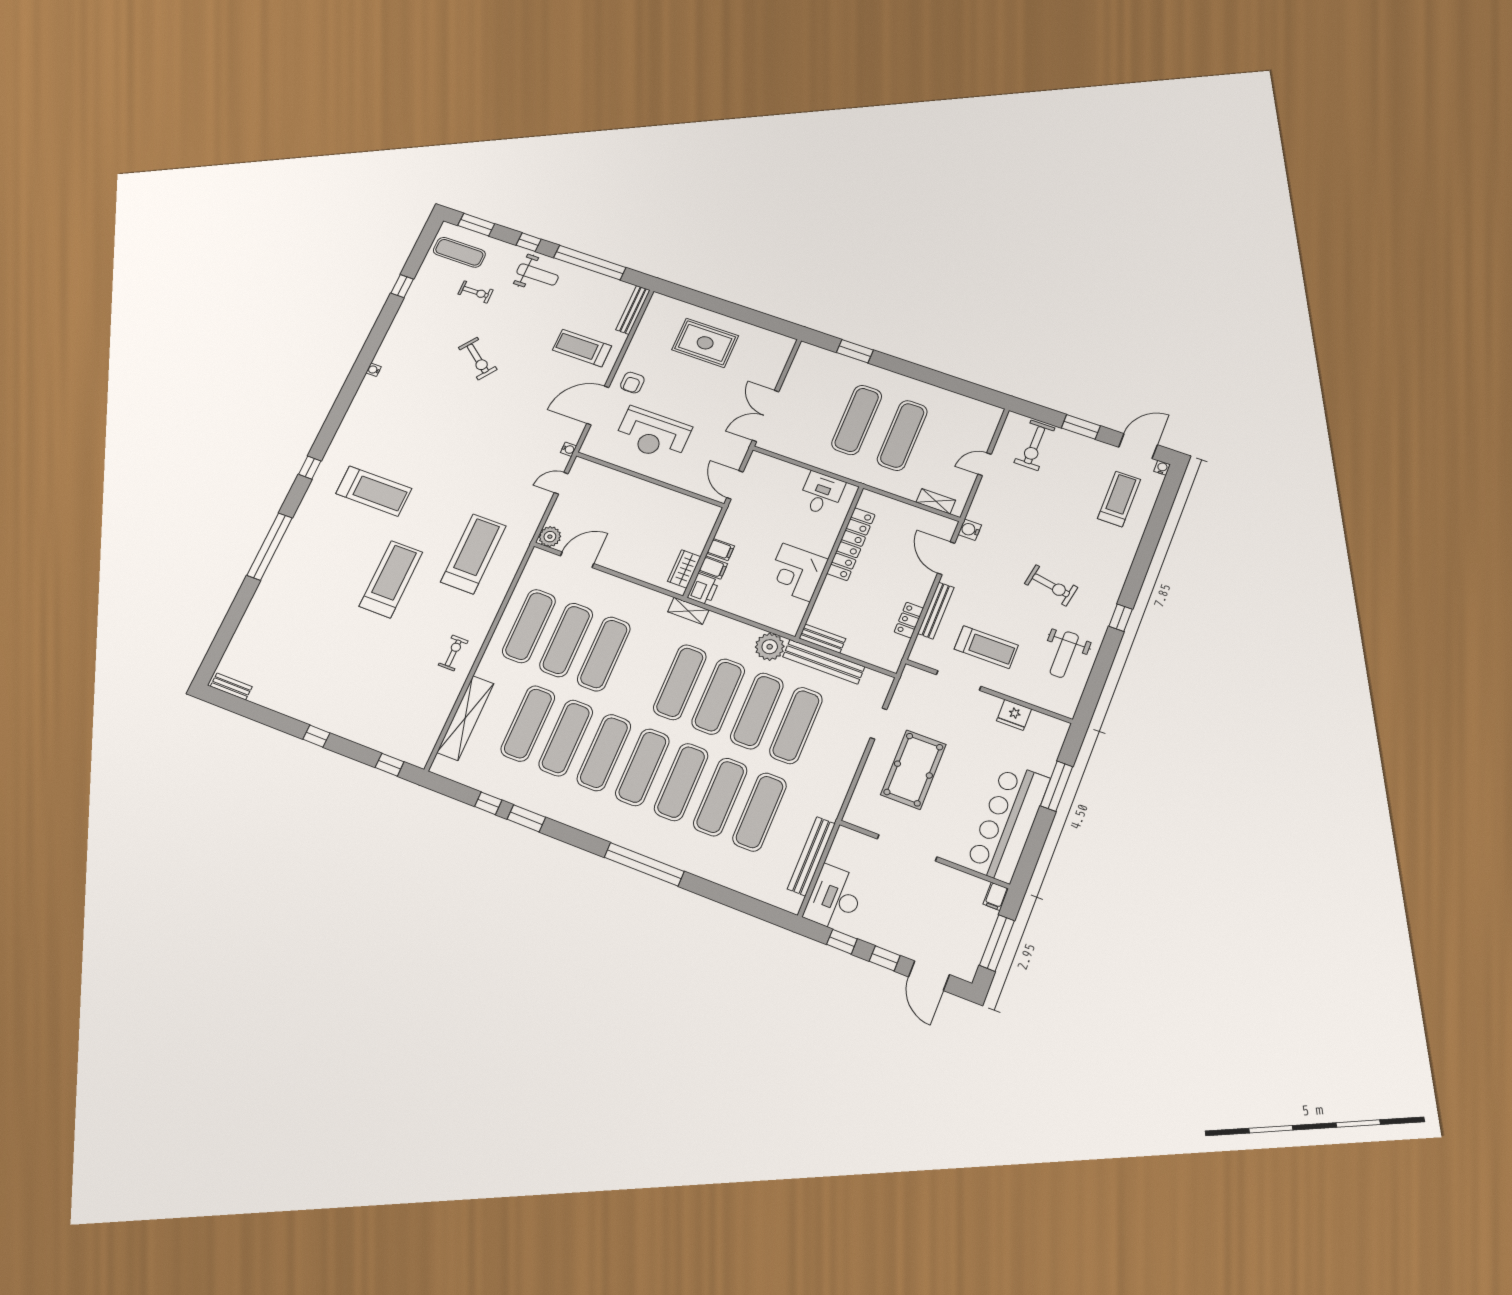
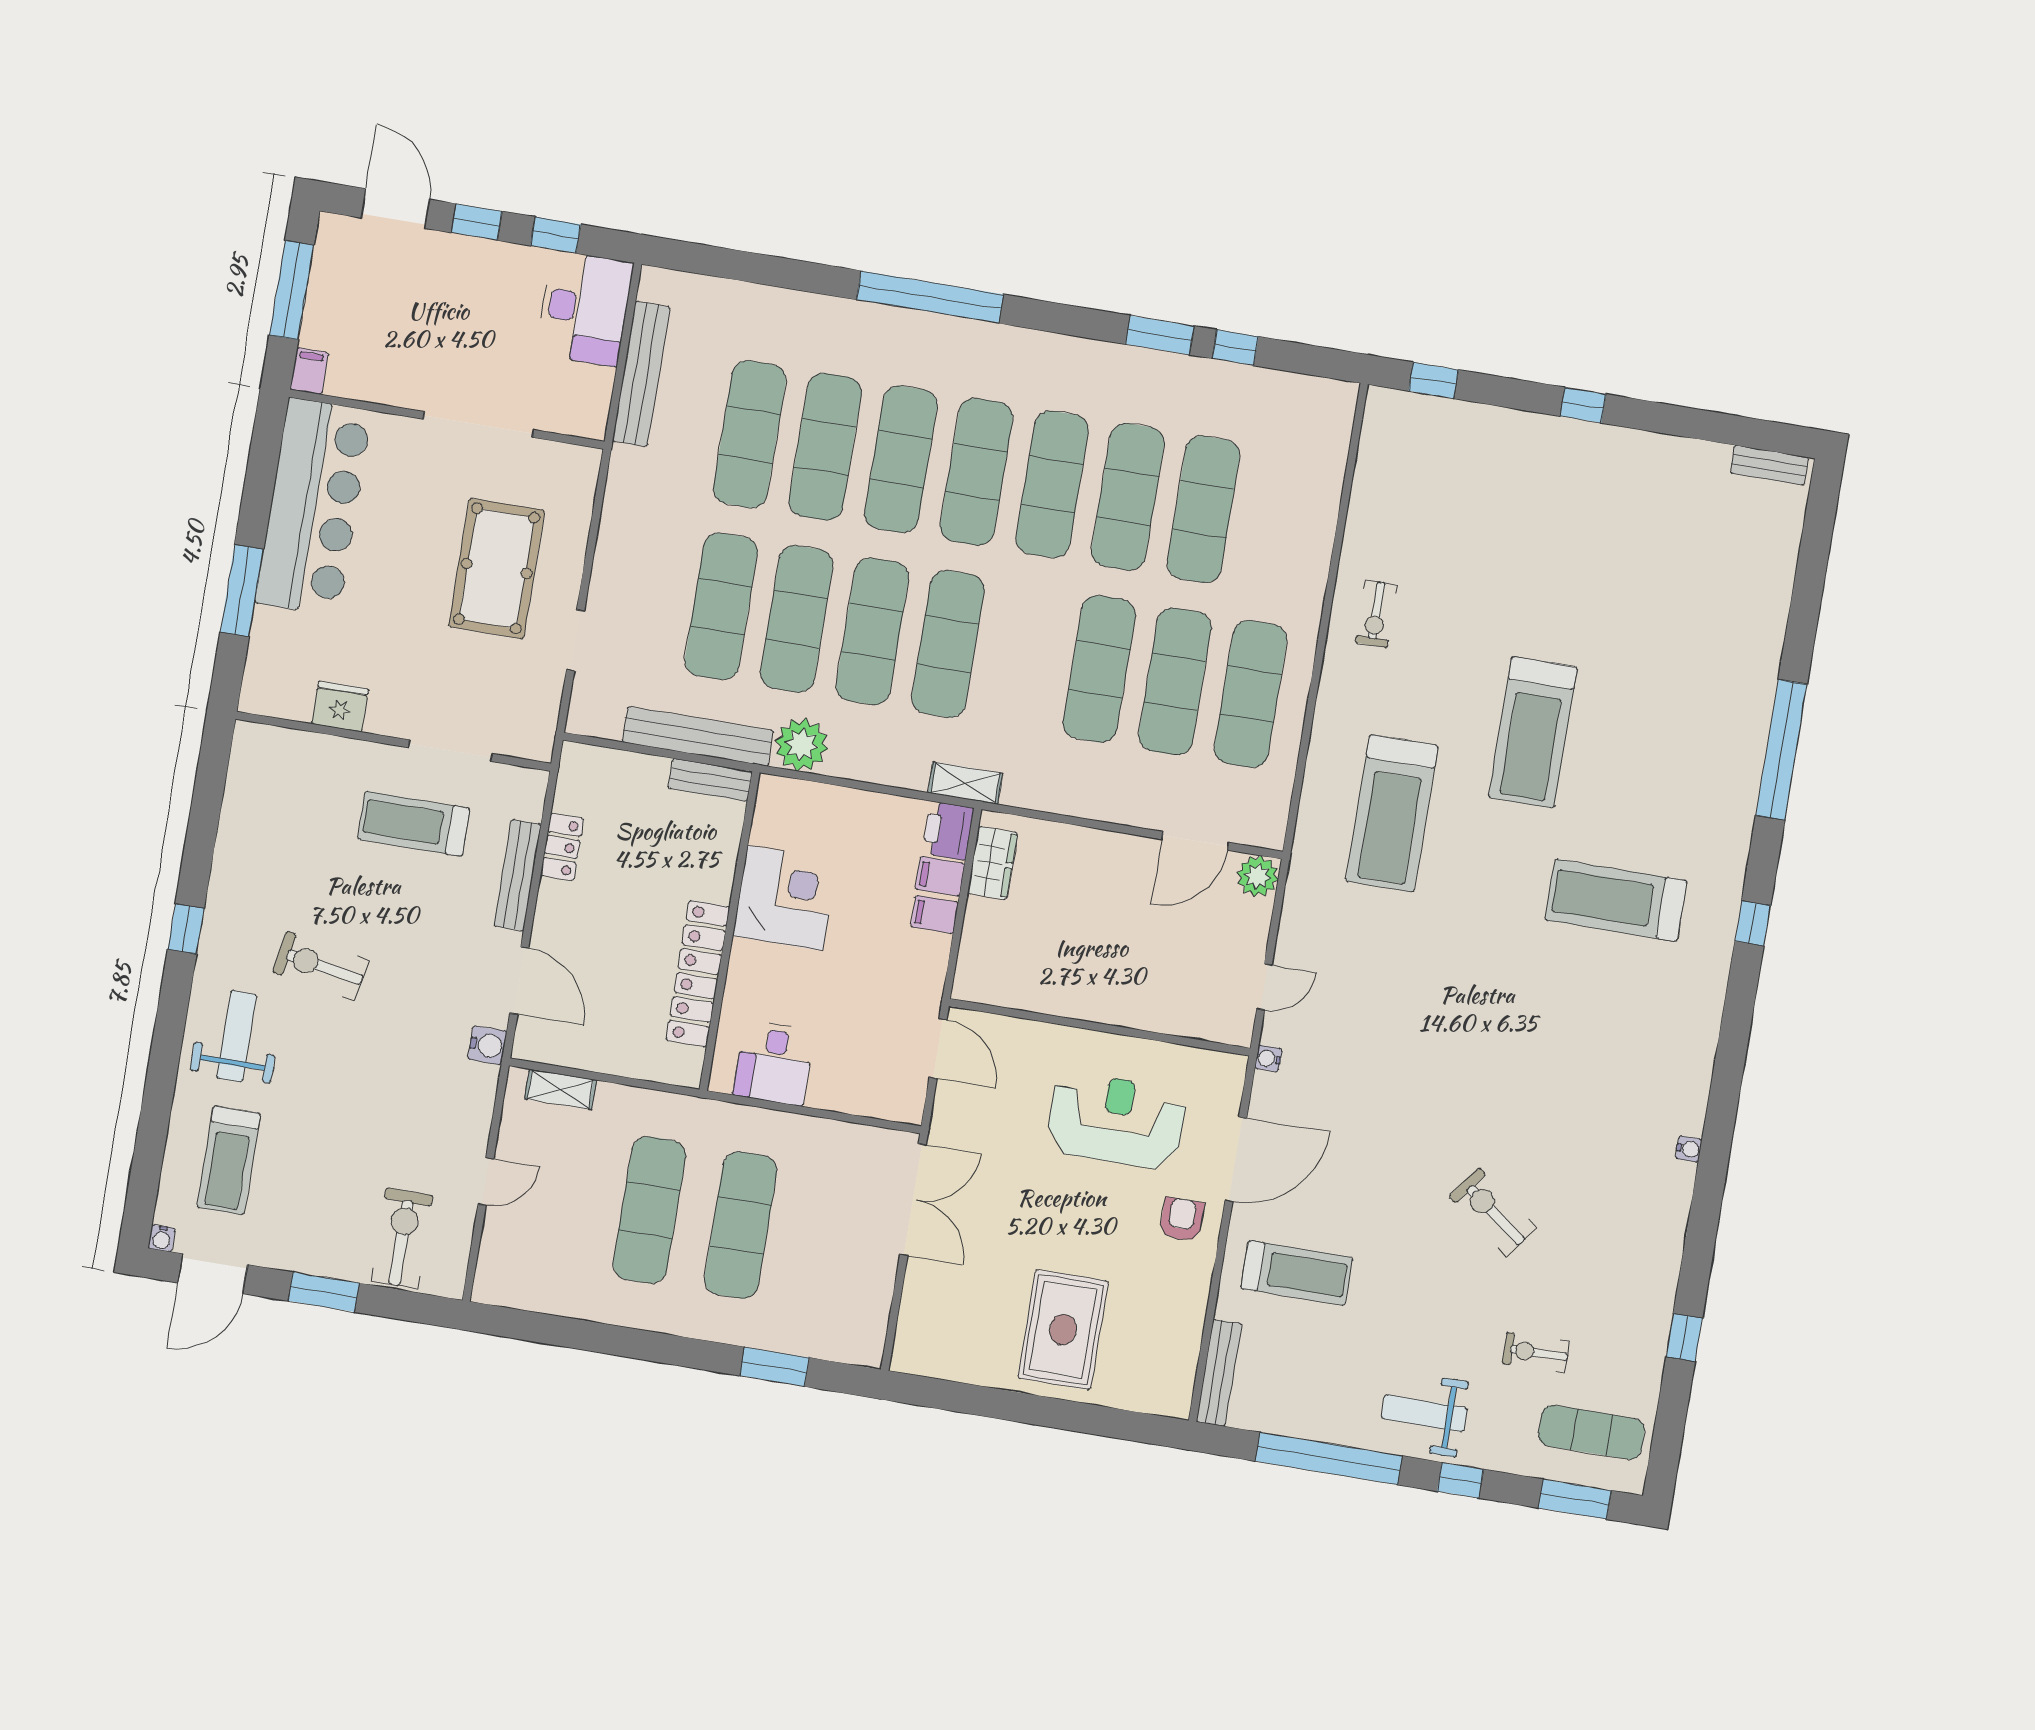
rug: (705, 343) -> (1063, 1330), turned 90
weight bench: (1064, 655) -> (237, 1036), moved
shelving: (465, 718) -> (1320, 496), removed

